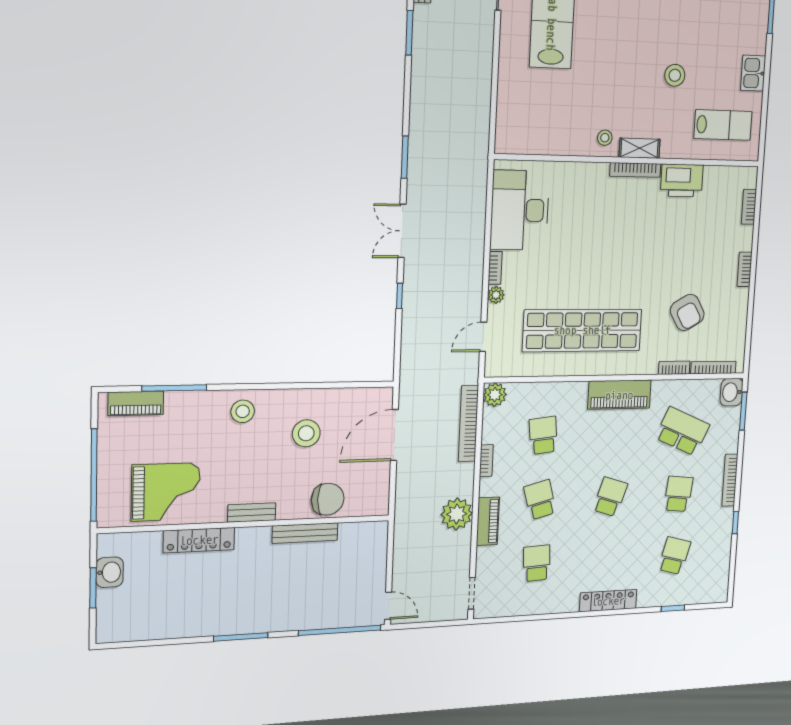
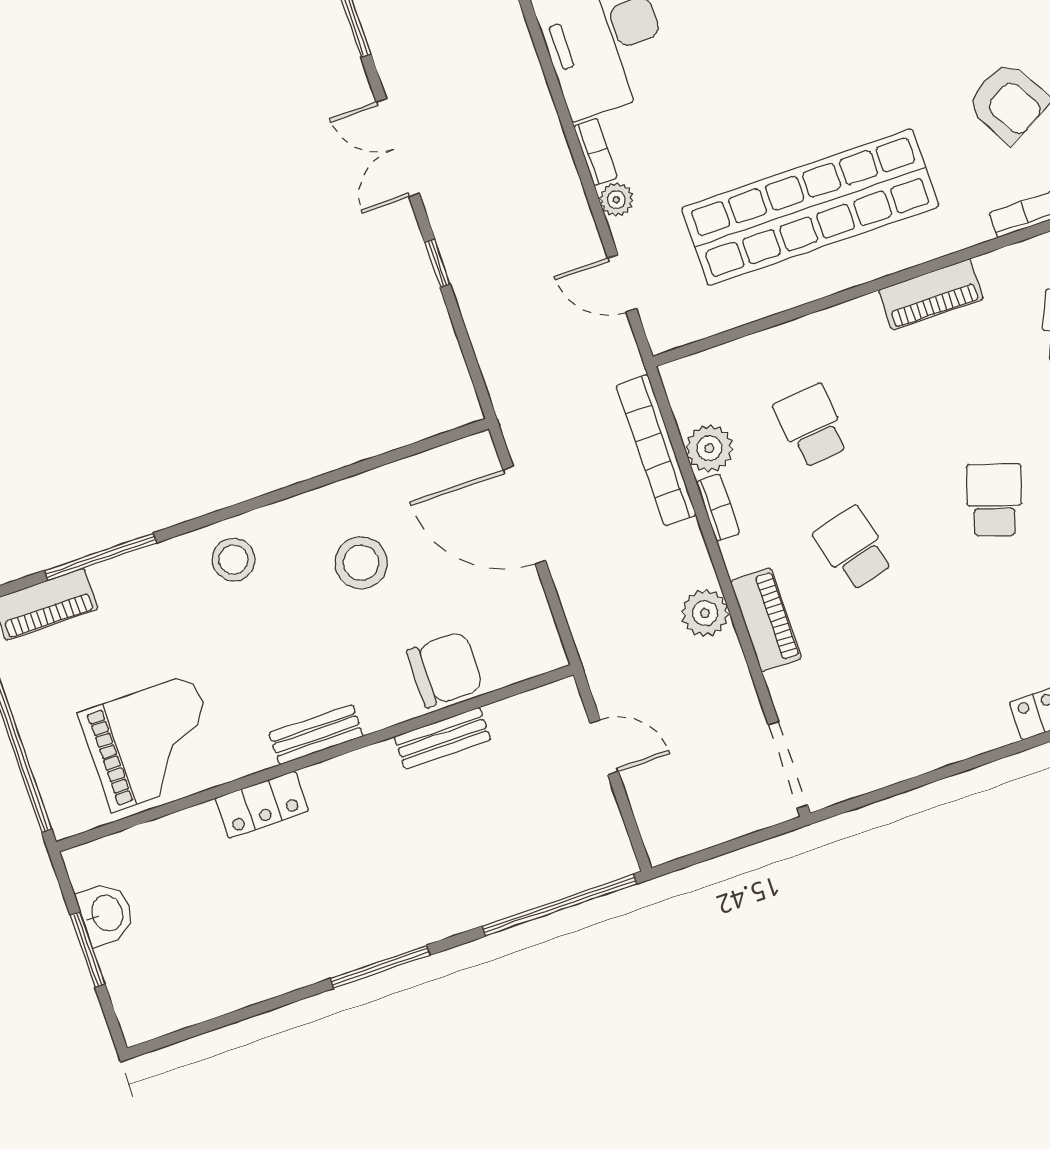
door: (483, 337) -> (622, 283), hinge flipped
plant: (495, 395) -> (709, 448), moved
piano: (619, 395) -> (931, 294), width x0.73, depth x0.75
door: (394, 435) -> (524, 515), hinge flipped
plant: (457, 514) -> (705, 613), width x0.73, depth x0.73
bench: (305, 533) -> (442, 738), width x0.73
locker: (199, 540) -> (262, 805), width x0.66
school desk: (537, 563) -> (896, 671), removed
doorway: (472, 593) -> (788, 765), width x1.38
door: (388, 606) -> (604, 747), moved

